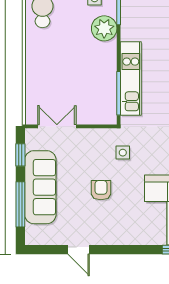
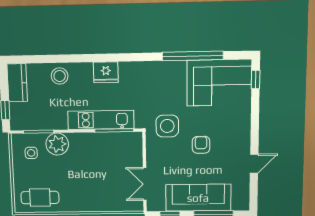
side table: (123, 153) -> (167, 126), width x1.87, depth x1.87
armchair: (101, 190) -> (201, 145), turned 90

